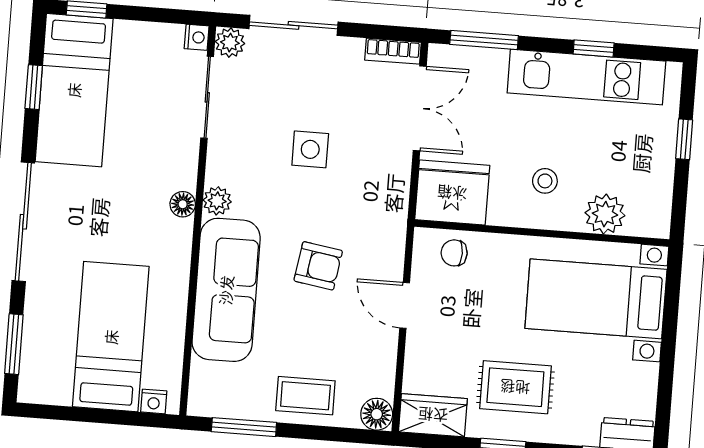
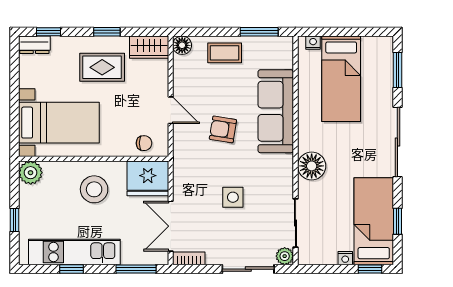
nightstand: (197, 37) -> (345, 258), moved, turned -90
stool: (545, 181) -> (94, 189), width x1.89, depth x1.89
plant: (217, 201) -> (285, 163), removed
floor lamp: (183, 204) -> (312, 166), width x1.89, depth x1.89
plant: (605, 214) -> (31, 173), moved

